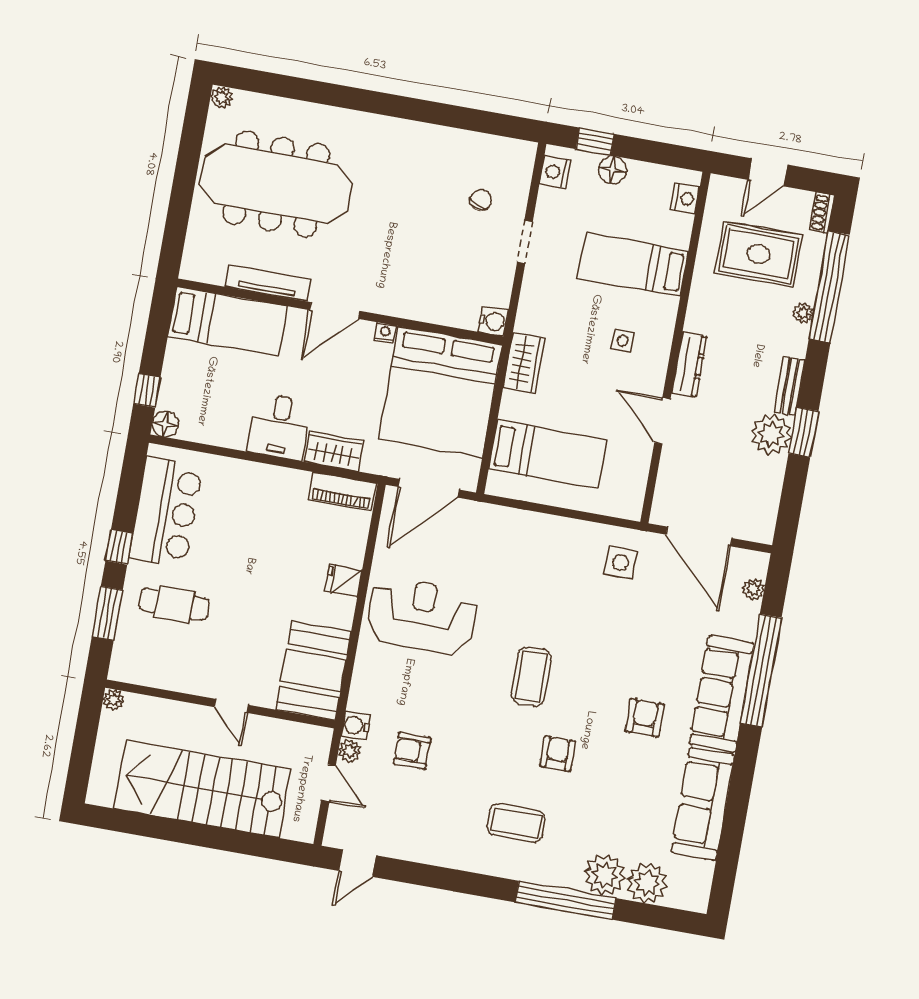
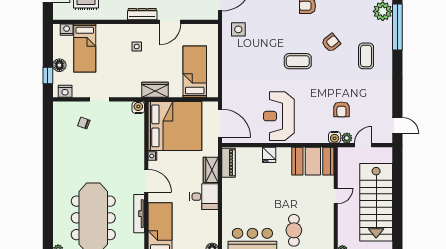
bed: (633, 265) -> (85, 48), moved
armchair: (558, 754) -> (331, 43), turned 141

